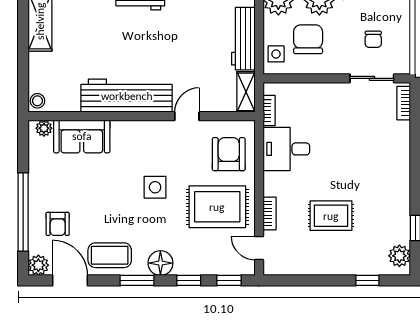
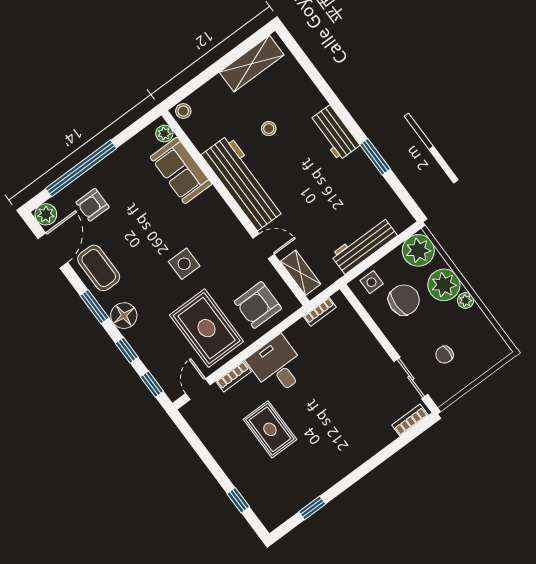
stool: (100, 45) -> (269, 129), added
shelving: (246, 92) -> (301, 273), moved, turned 90
desk: (286, 149) -> (277, 366), moved
armchair: (229, 154) -> (258, 305), turned 180
plant: (399, 256) -> (279, 512), removed

